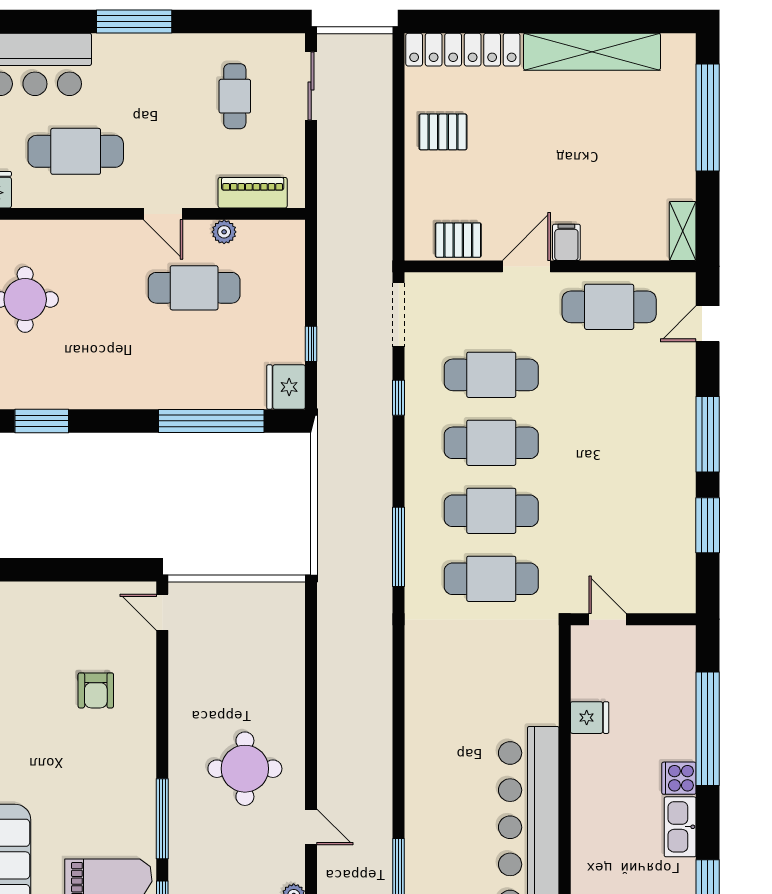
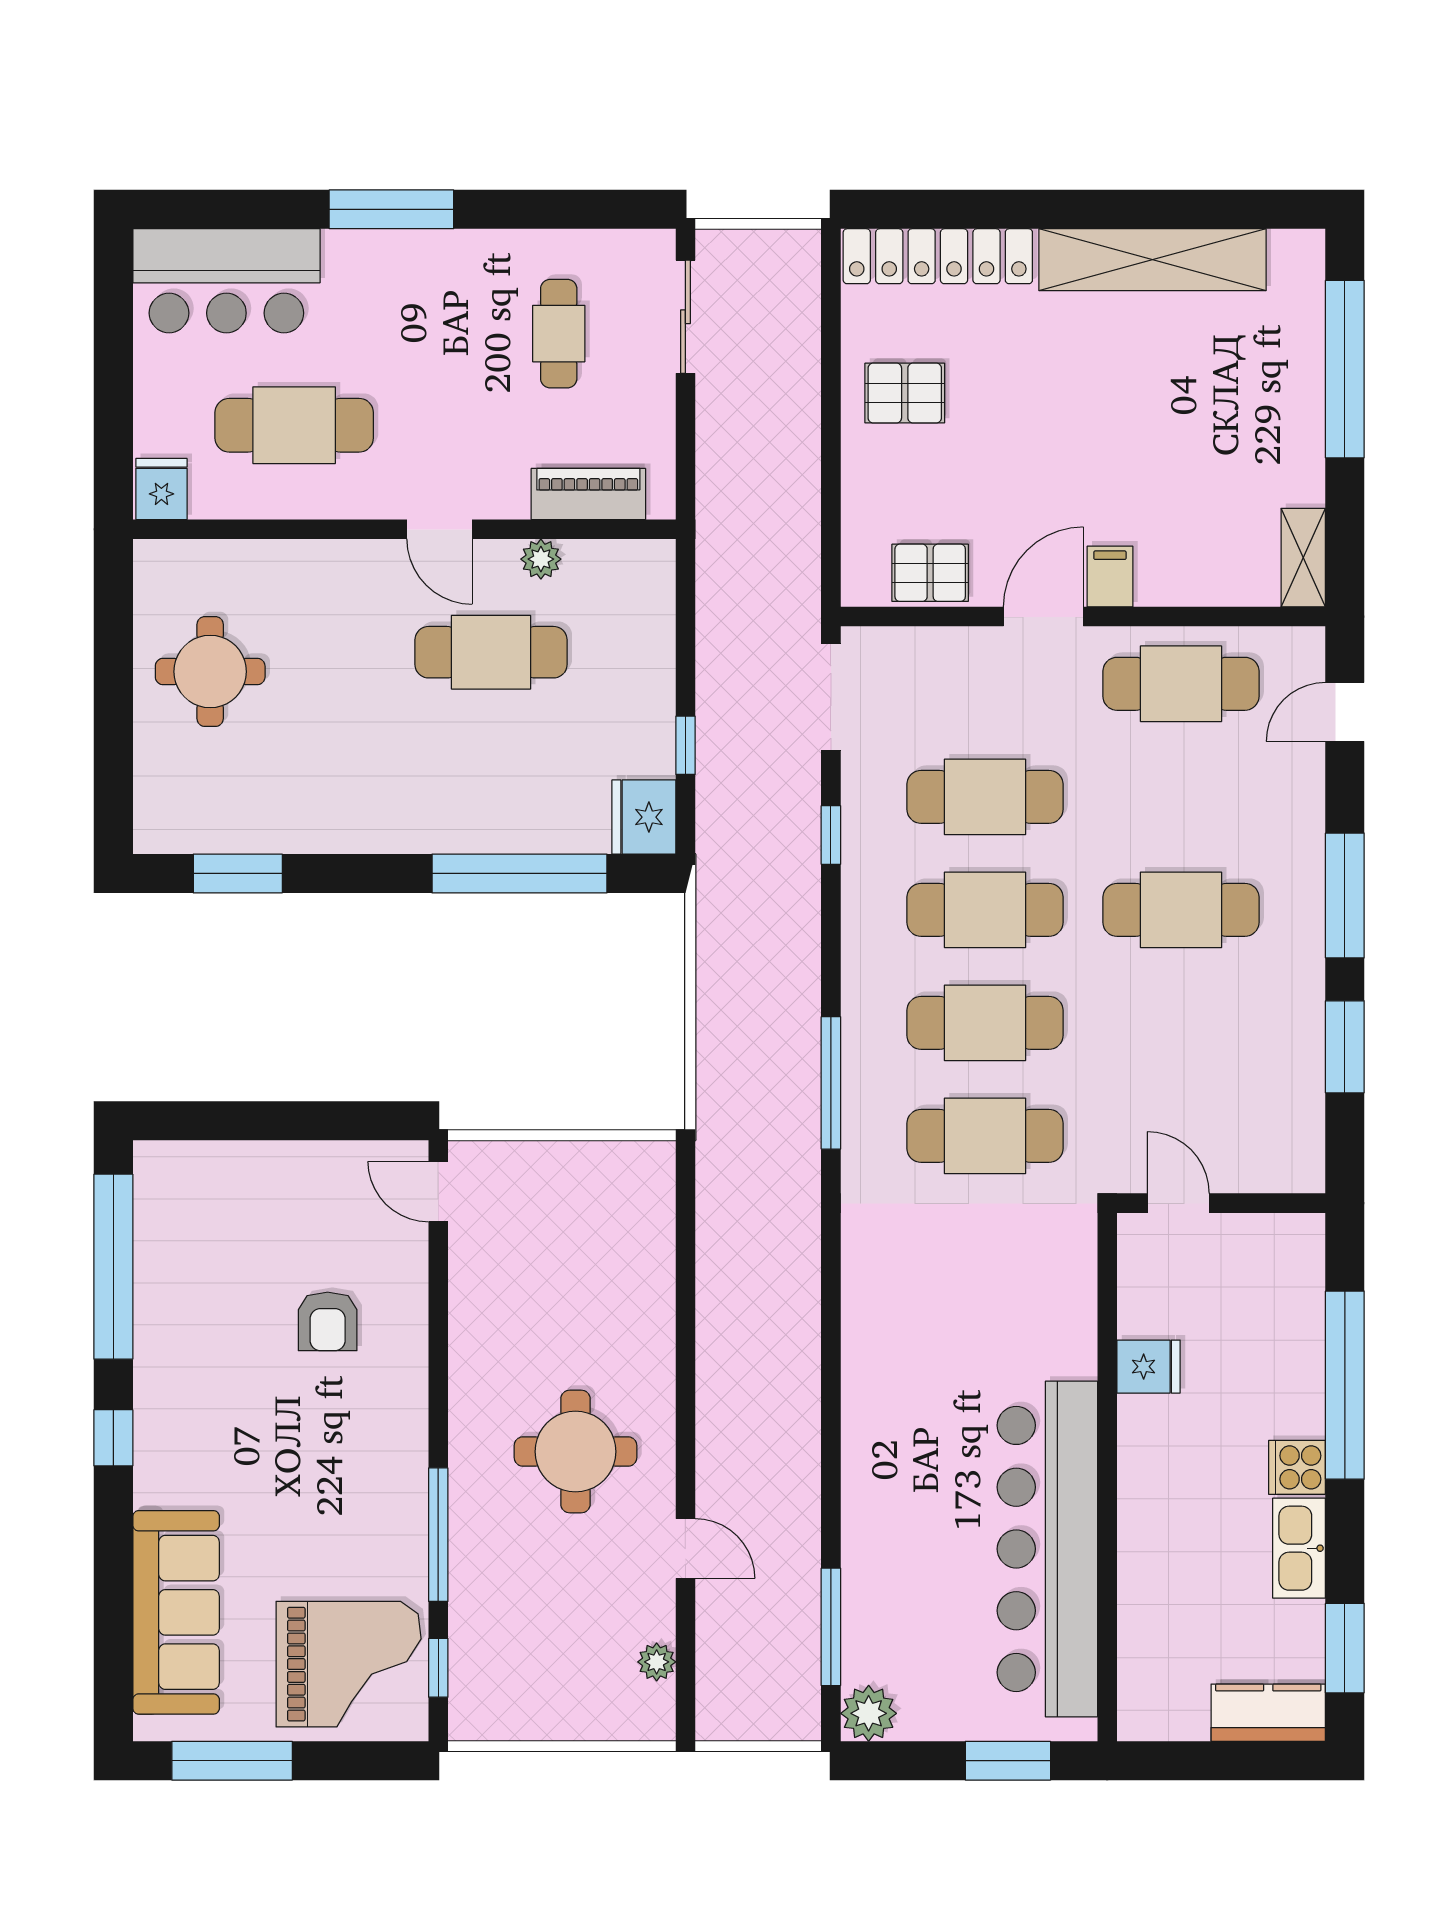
cafe table: (609, 443) -> (1181, 910), added

